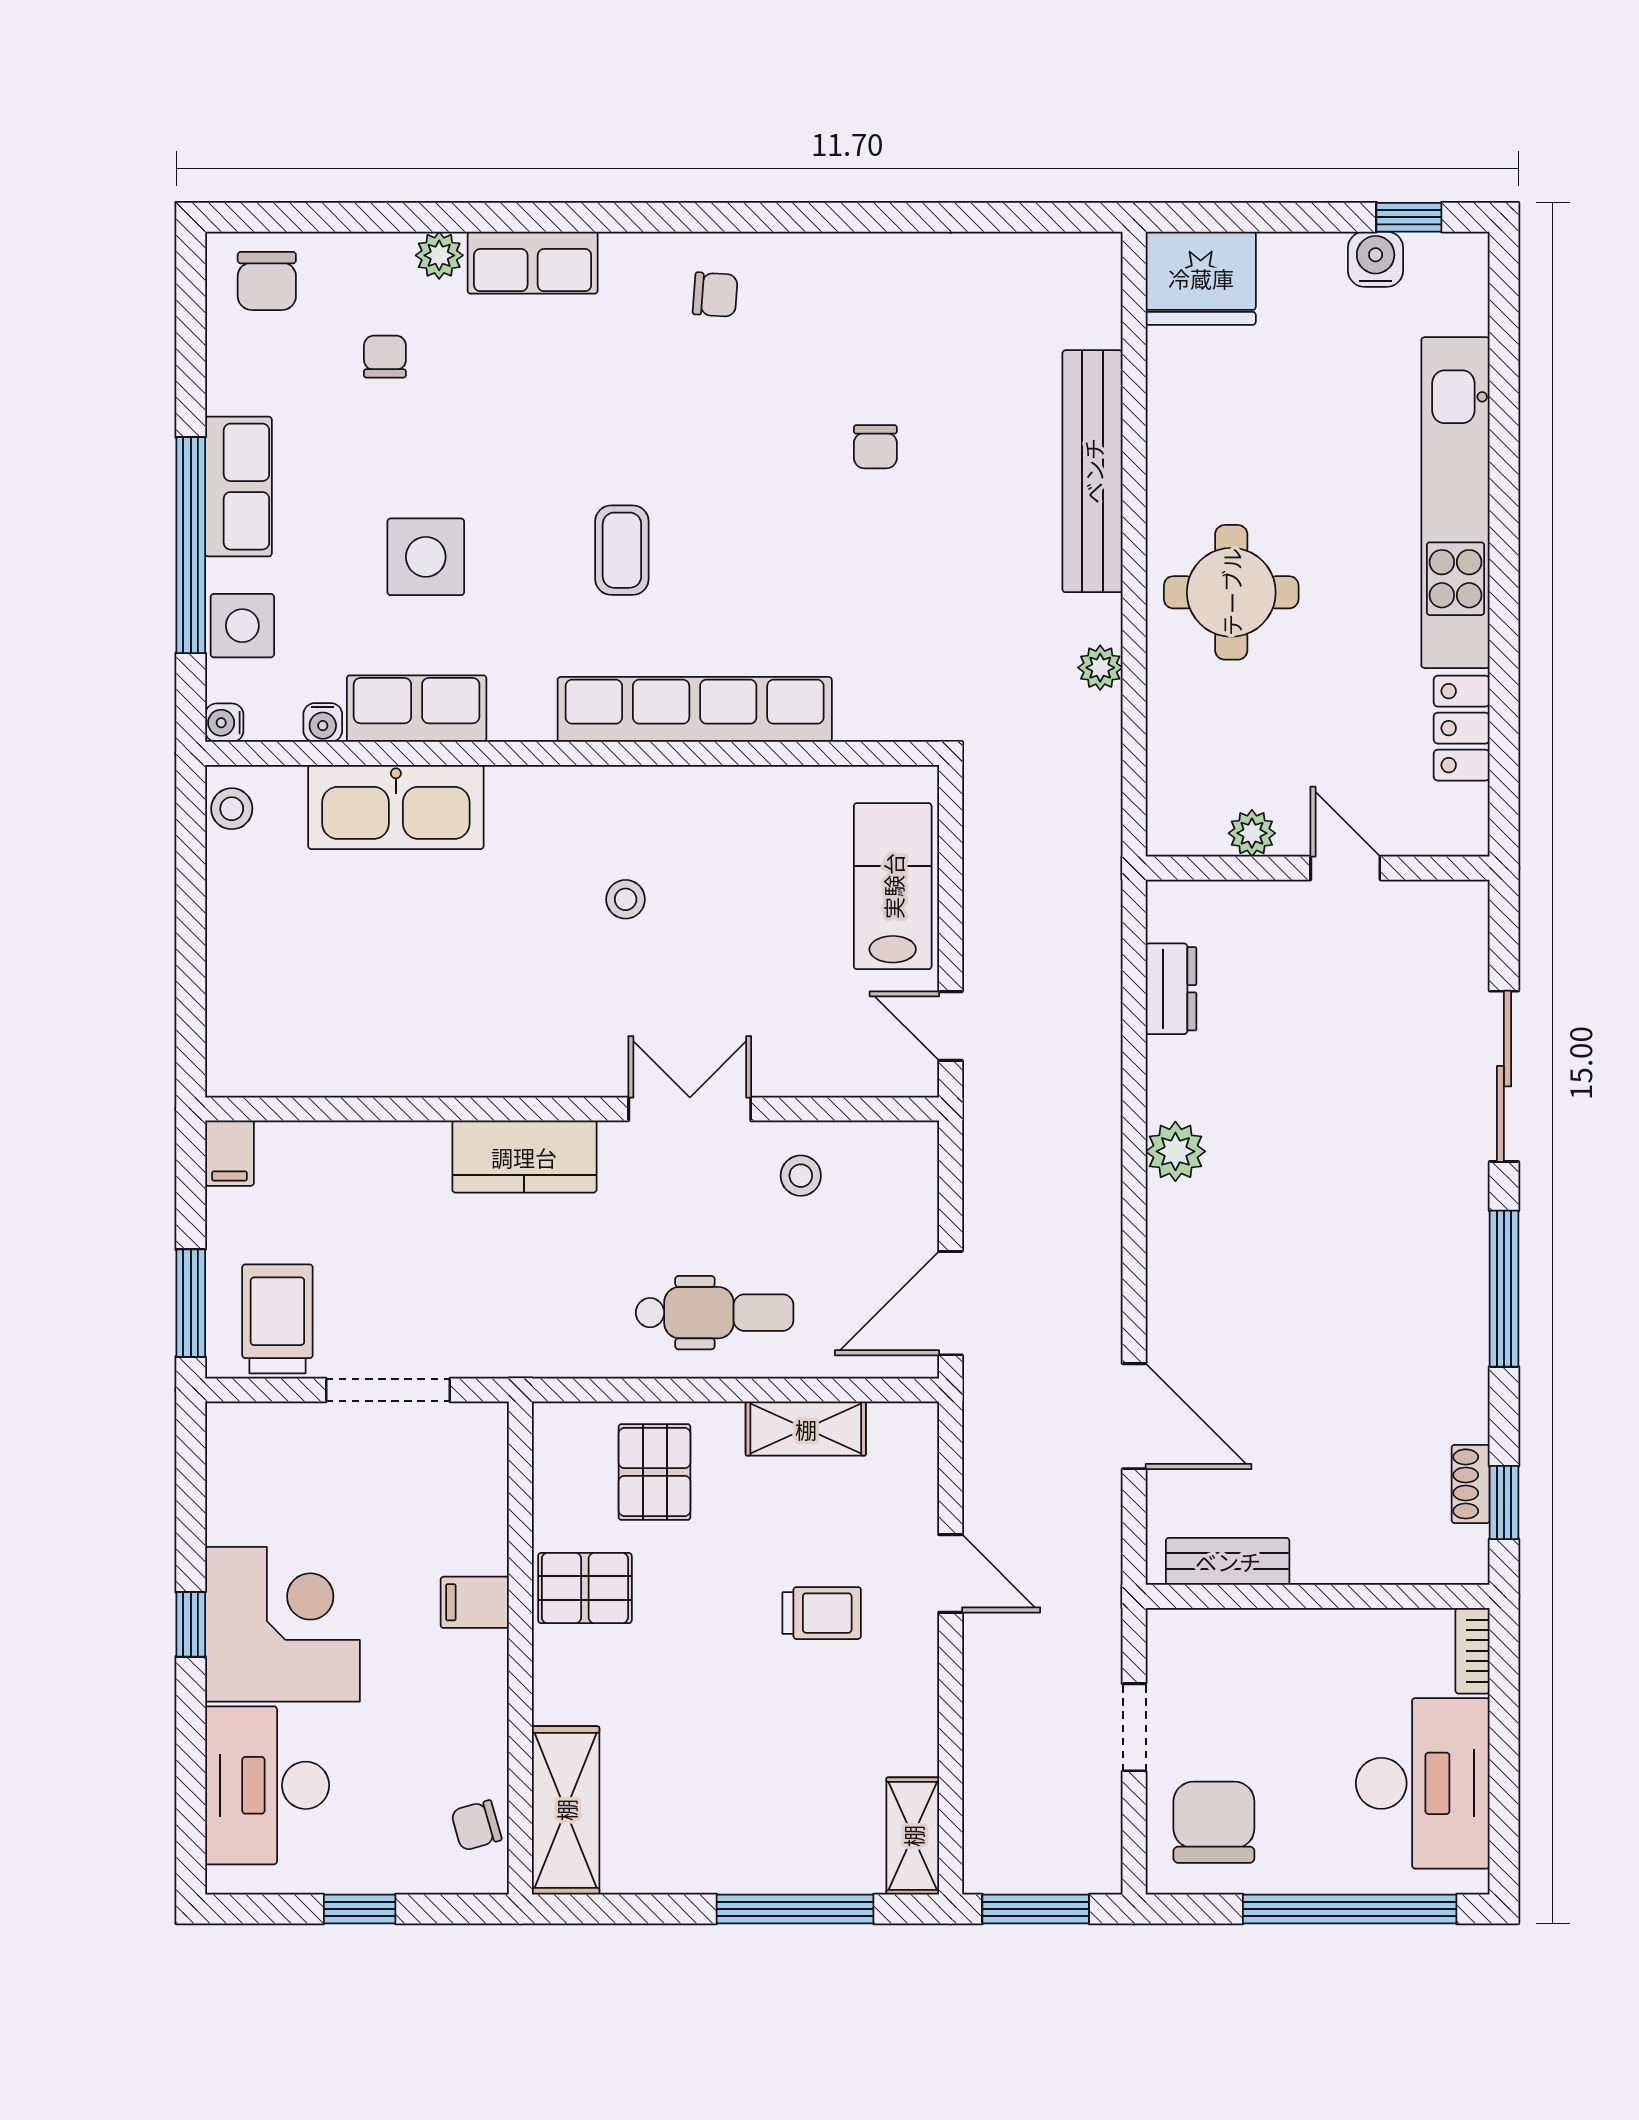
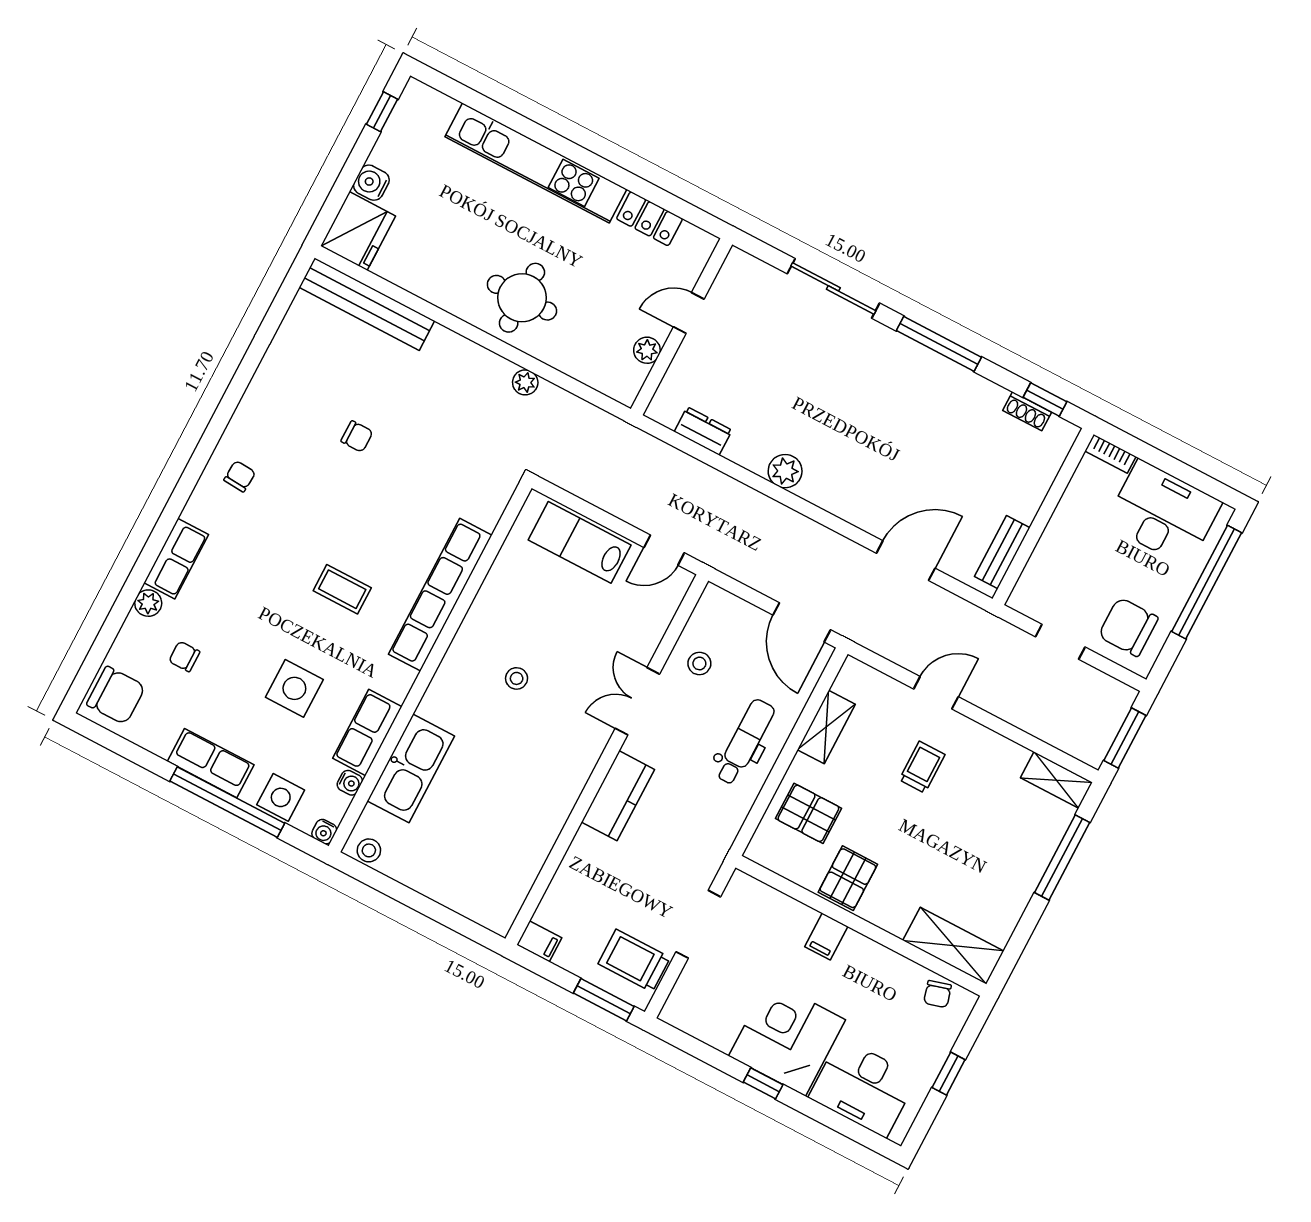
water cooler: (1376, 259) -> (371, 183), moved
chair: (267, 281) -> (116, 695), width x1.37, depth x1.37
bench: (1093, 471) -> (367, 304), moved

